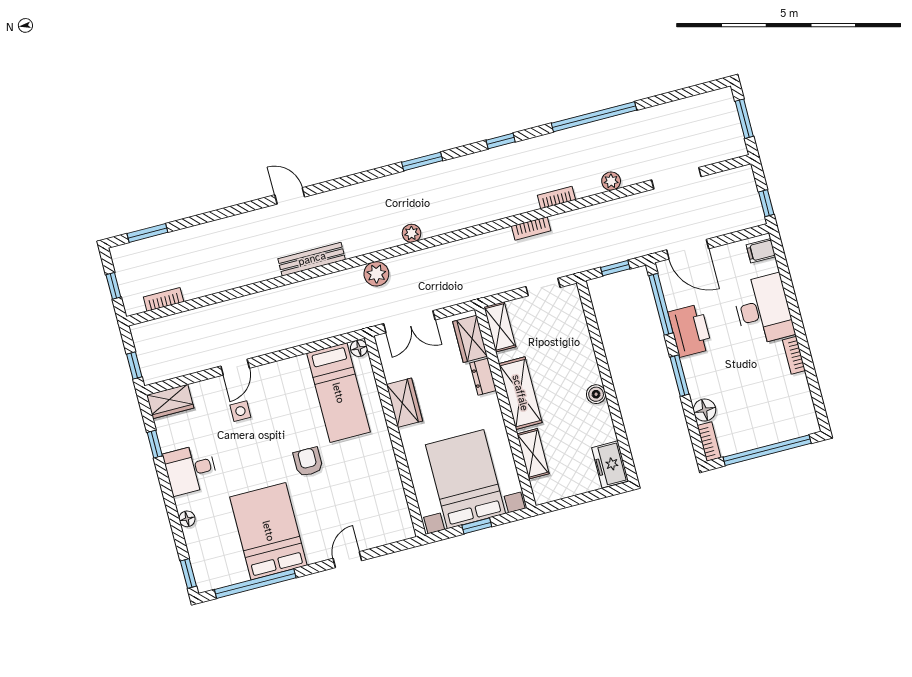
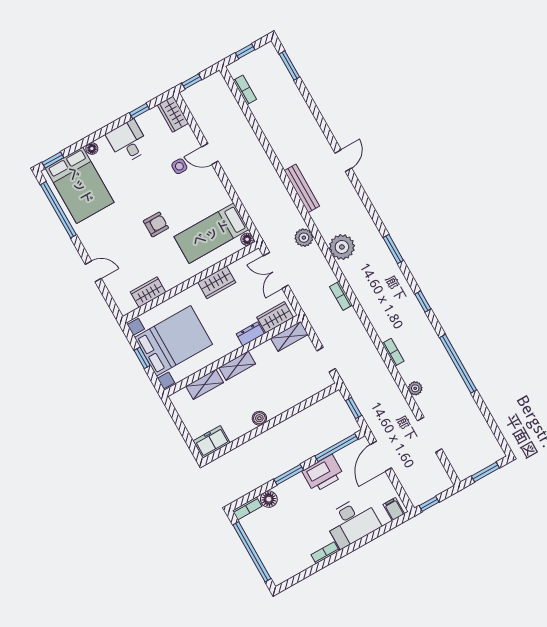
bookcase: (531, 228) -> (341, 296), moved
plant: (411, 233) -> (342, 247), width x1.88, depth x1.88
shelving: (520, 393) -> (237, 366), width x0.67, depth x0.75
wardrobe: (393, 495) -> (148, 292), added
bed: (268, 531) -> (80, 185), moved, turned 90

